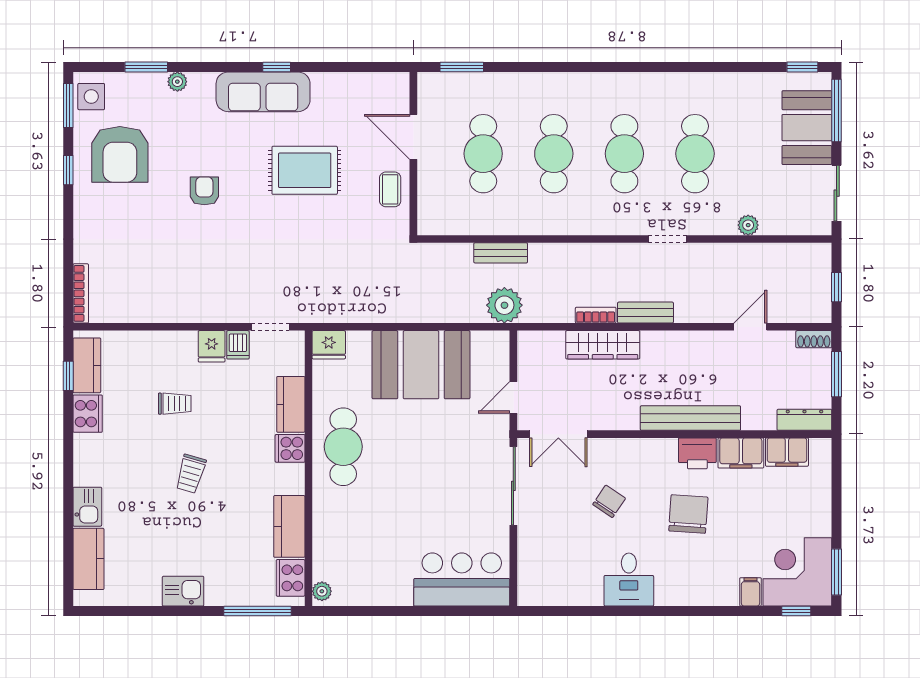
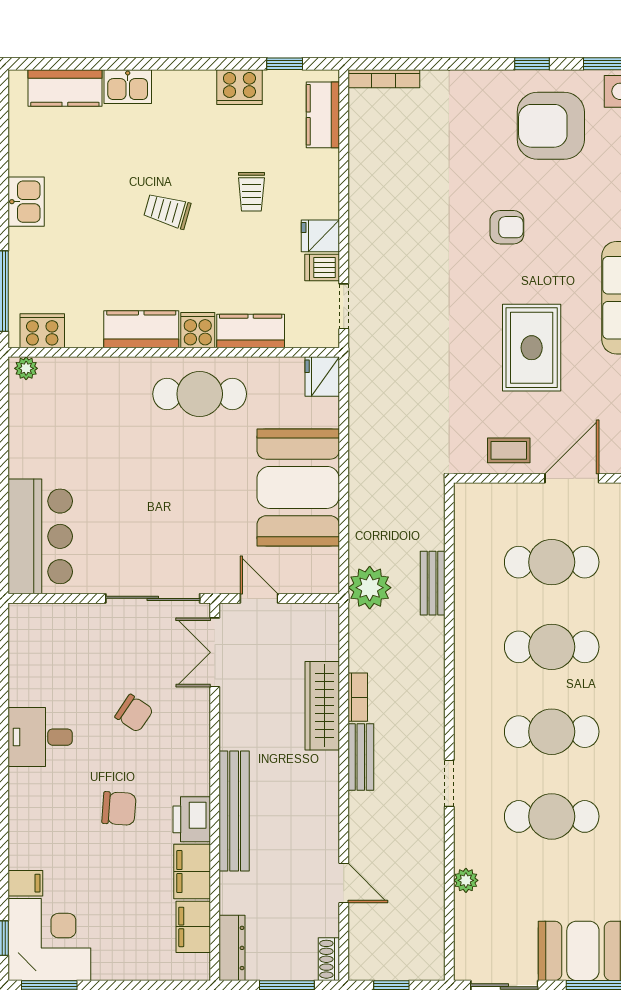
kitchen counter: (87, 365) -> (323, 115), moved, turned 90
chair: (688, 514) -> (119, 808), width x0.73, depth x0.73
kitchen counter: (289, 526) -> (141, 329), moved

